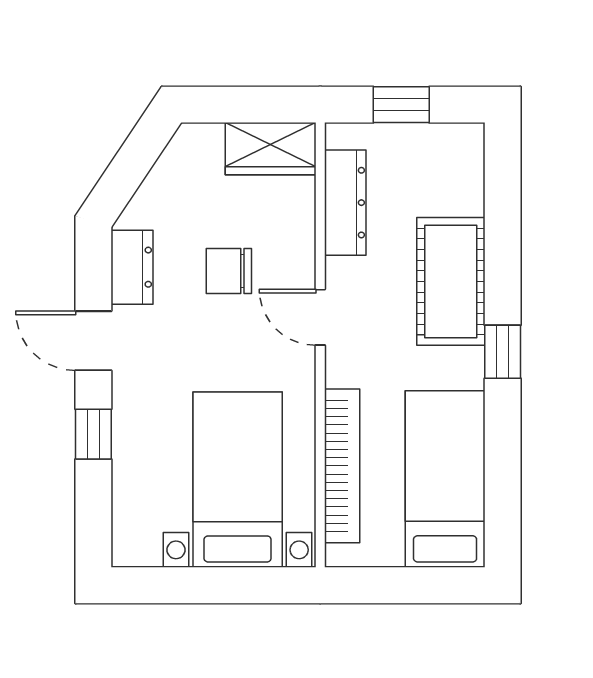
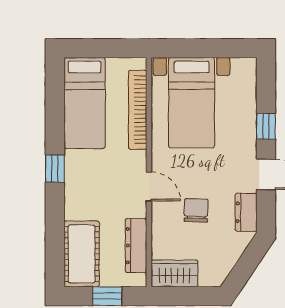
chair: (229, 271) -> (196, 210), turned -88
cot: (451, 281) -> (82, 254), moved

